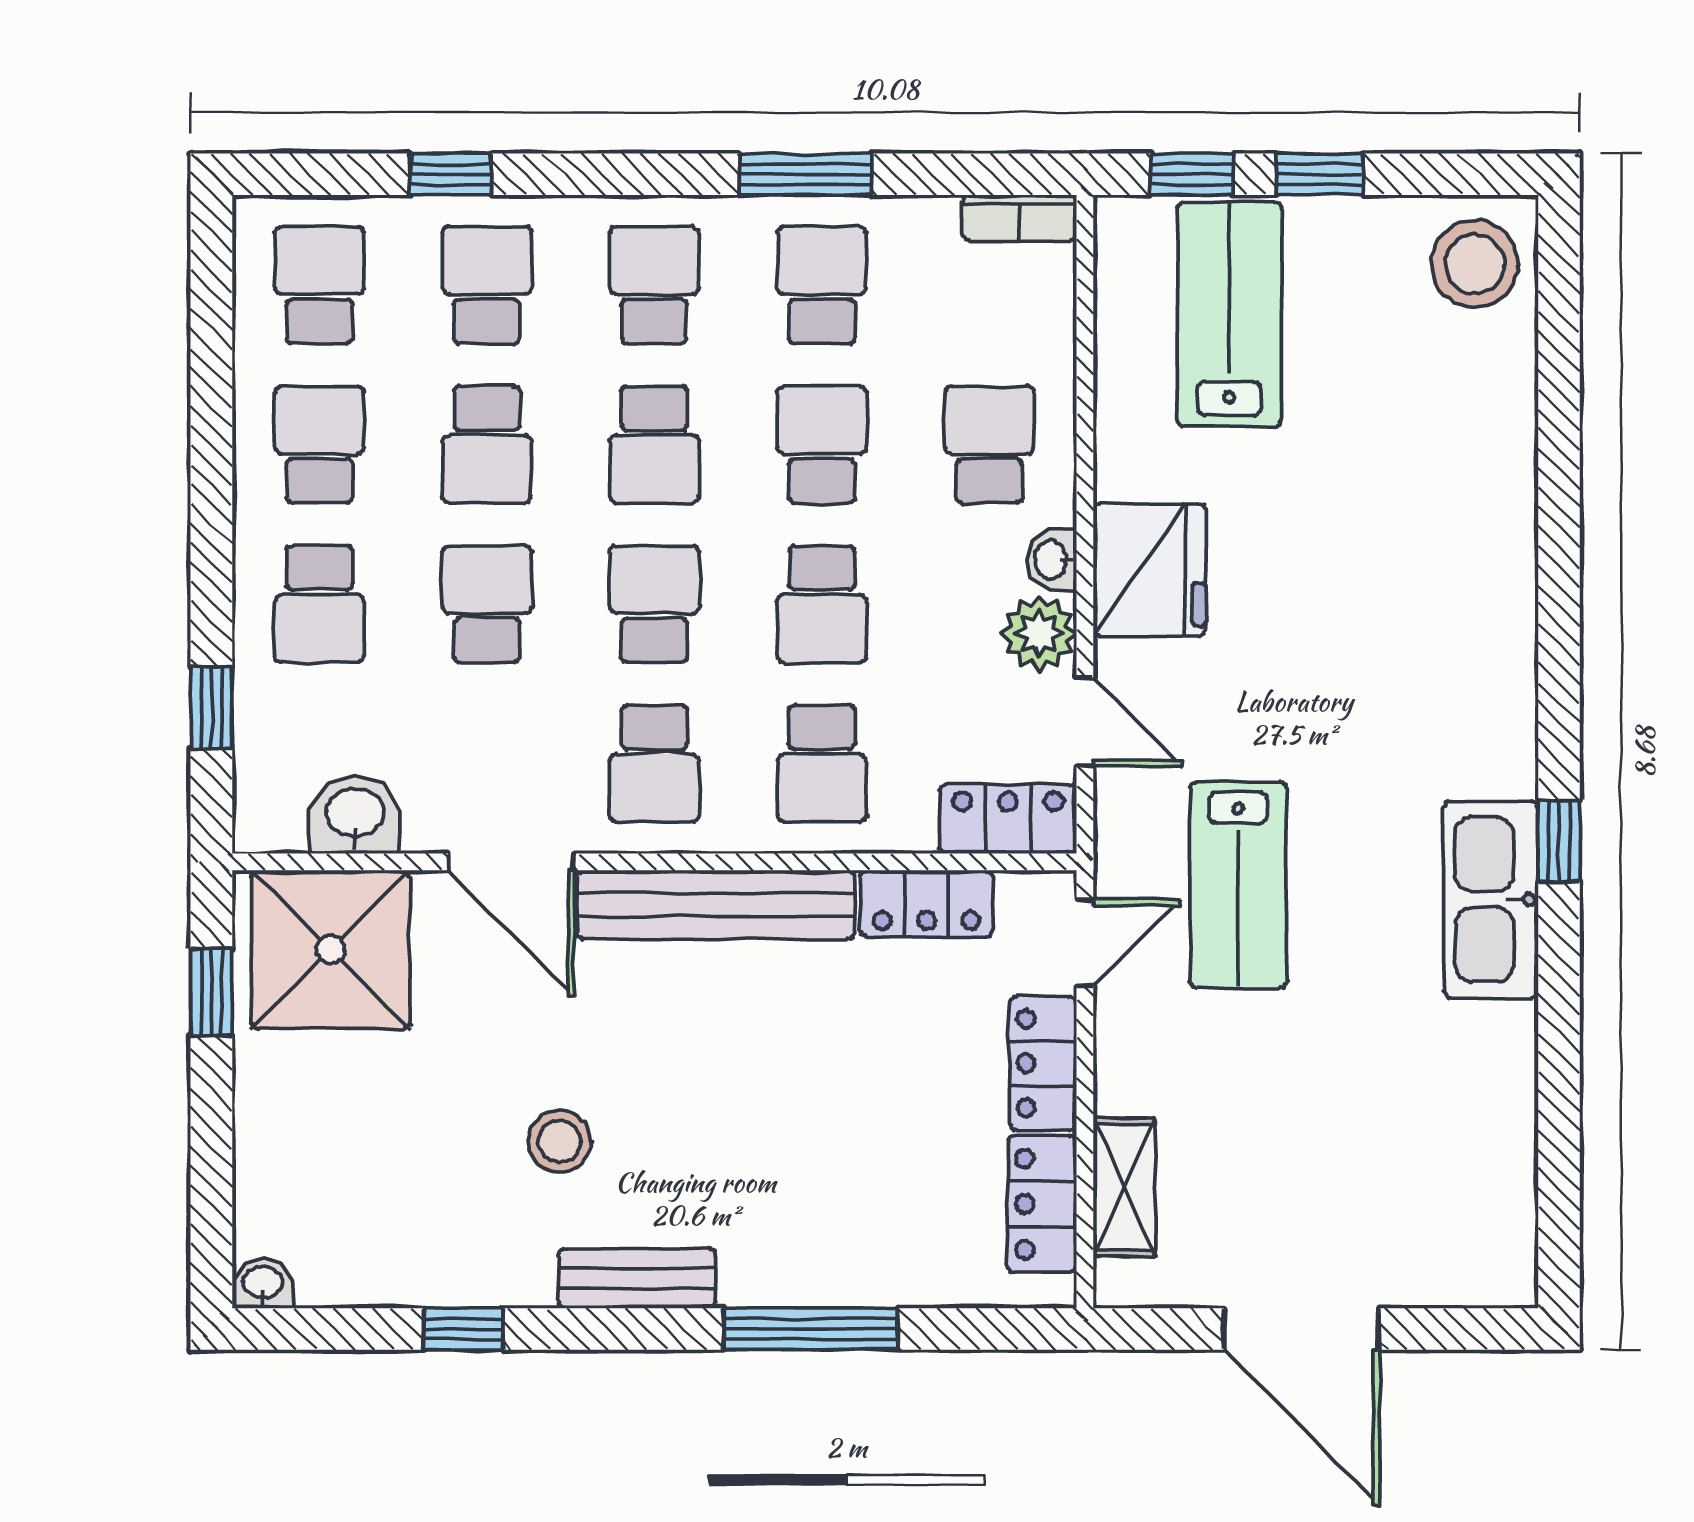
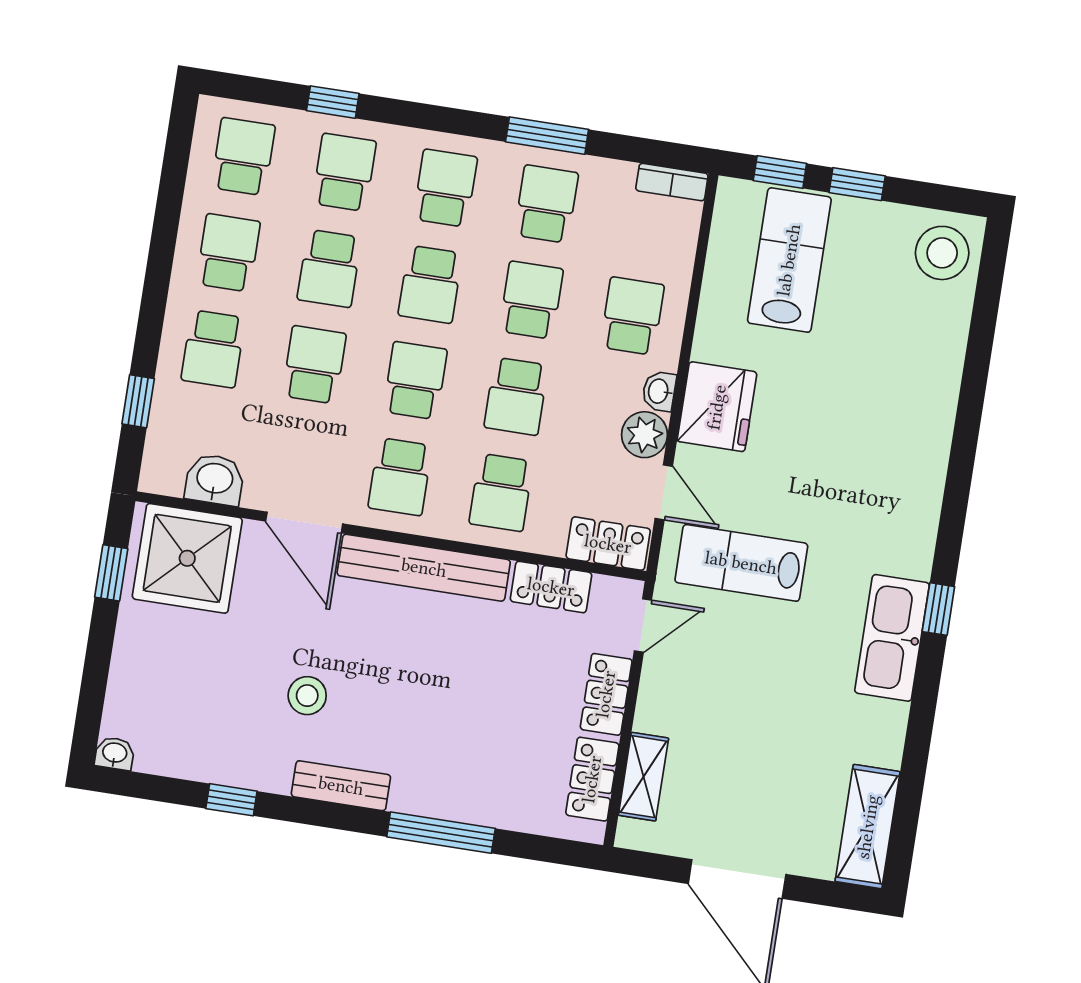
lab bench: (1238, 885) -> (741, 563), moved, turned 90
shelving: (1499, 1211) -> (868, 827), added

